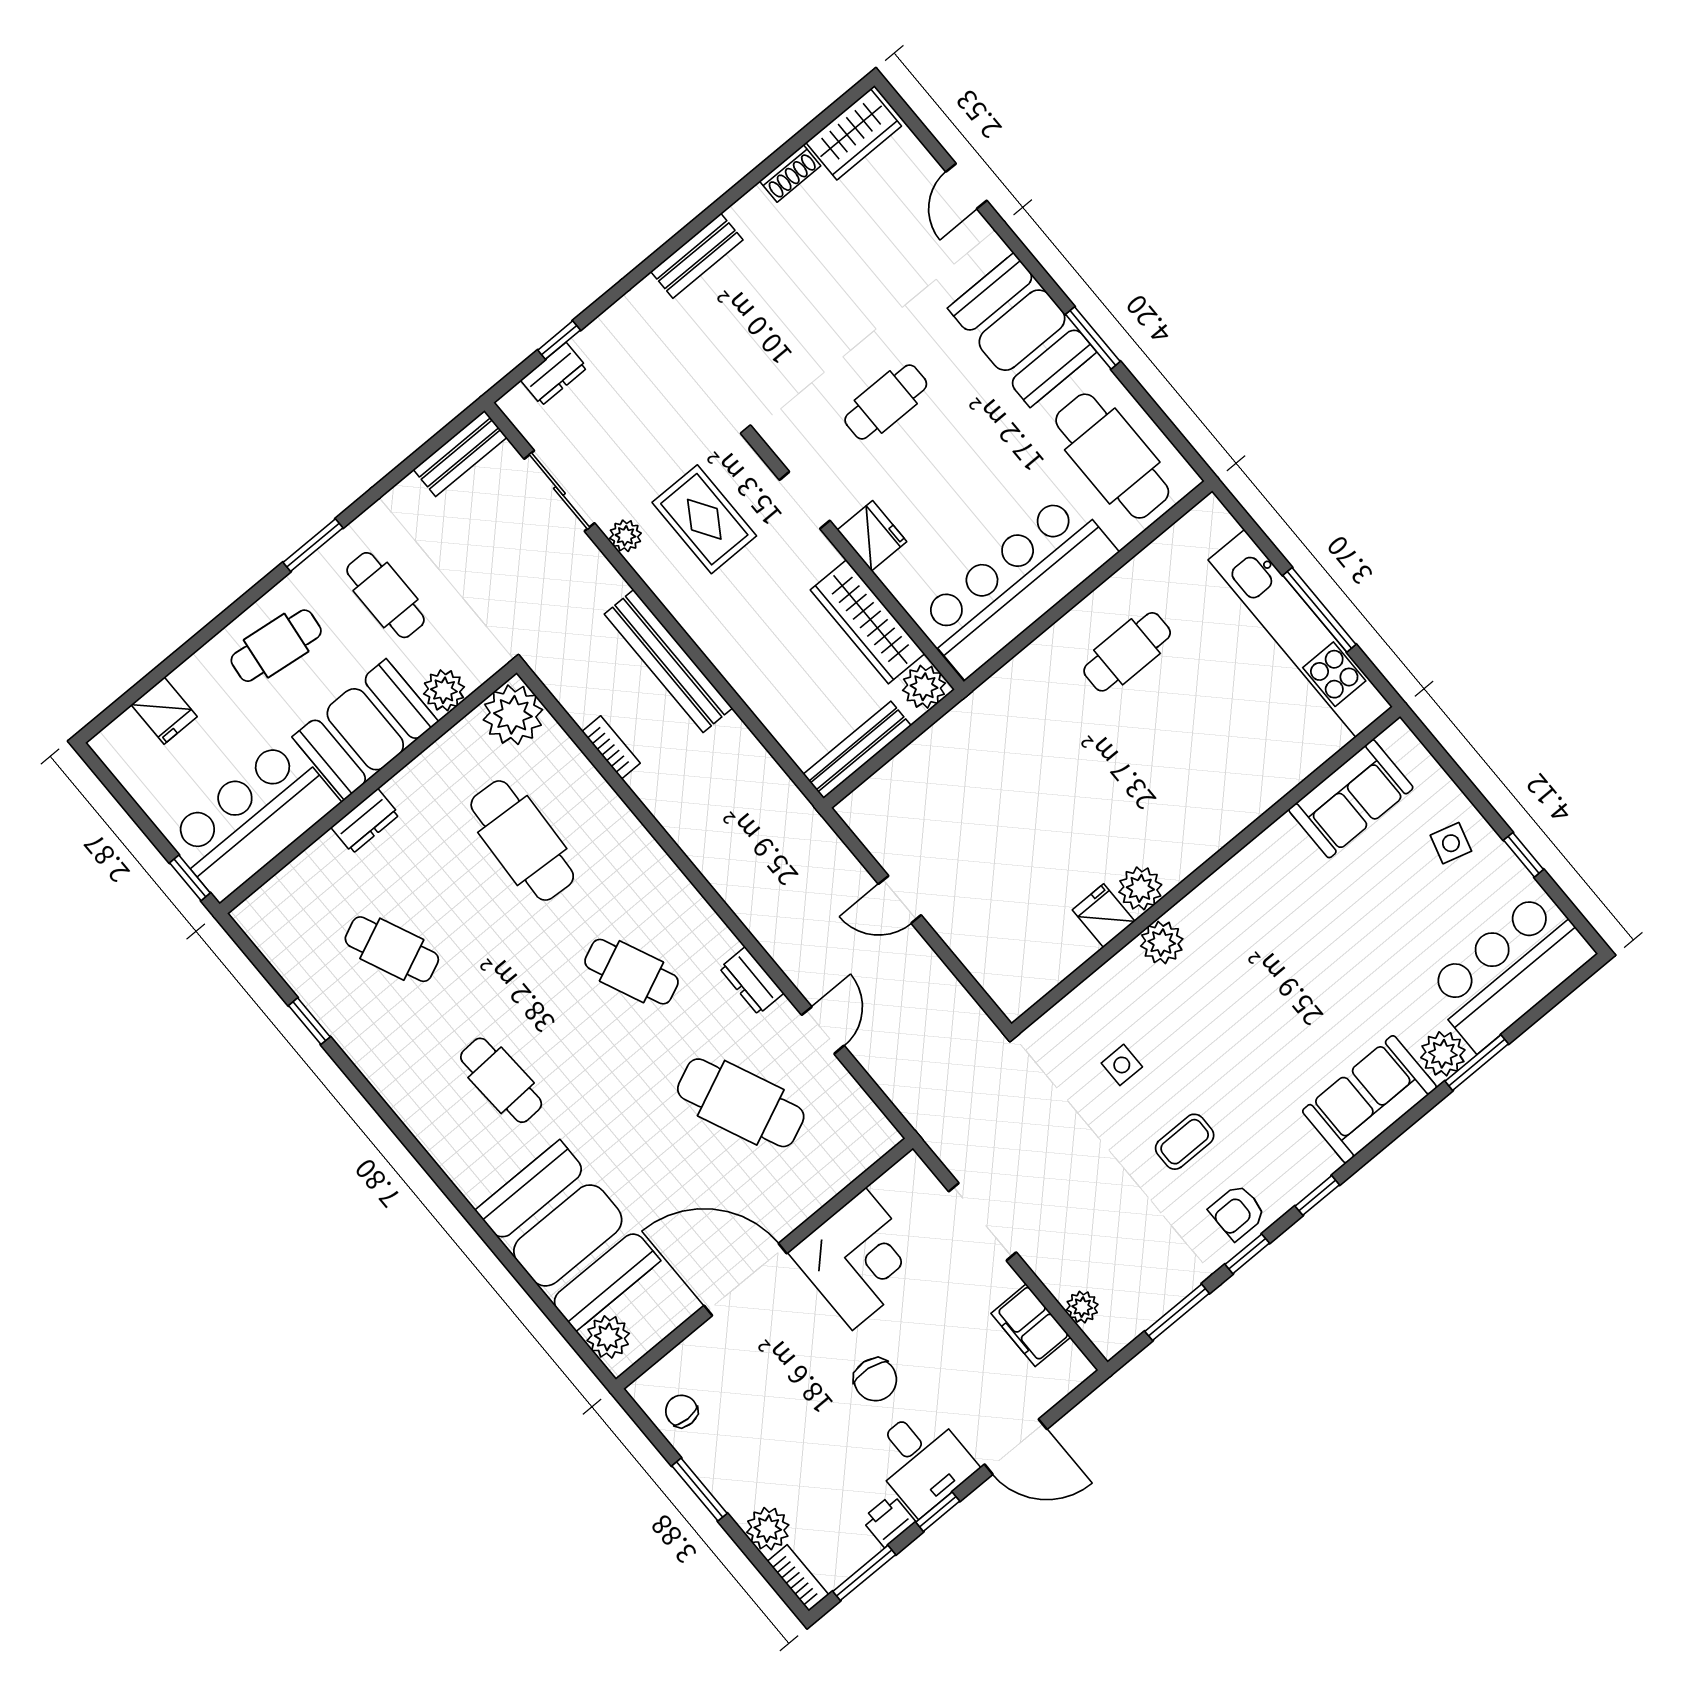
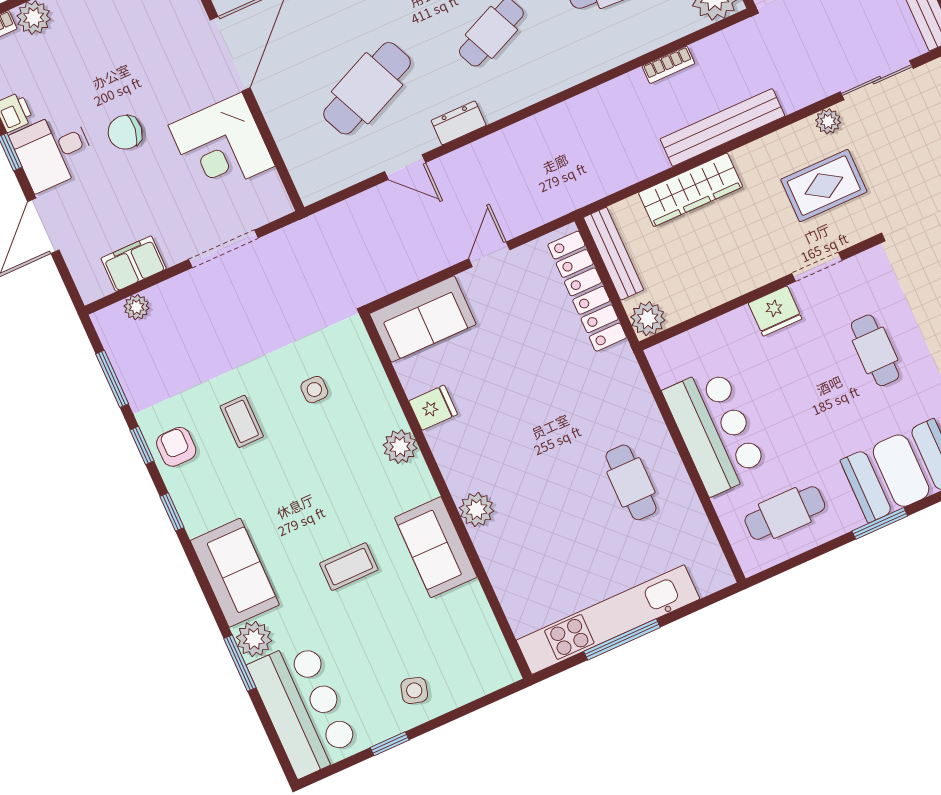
cafe table: (1112, 456) -> (785, 513), width x0.73, depth x0.74
bar counter: (1016, 585) -> (715, 431), width x0.73
wardrobe: (867, 622) -> (690, 190), moved, turned 180
locker: (911, 769) -> (587, 291), added
sofa: (1351, 799) -> (436, 547), moved
plant: (1140, 888) -> (477, 509), moved
sofa: (1000, 958) -> (423, 319), added
coffee table: (1324, 964) -> (349, 567), added

